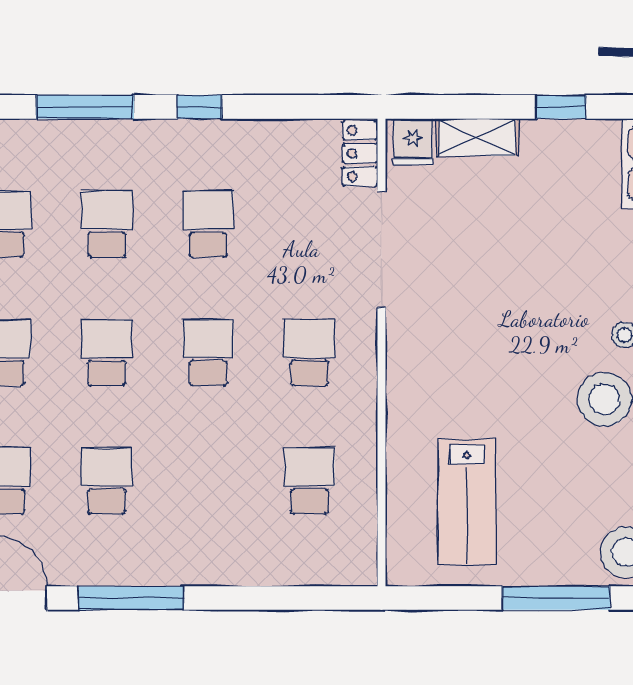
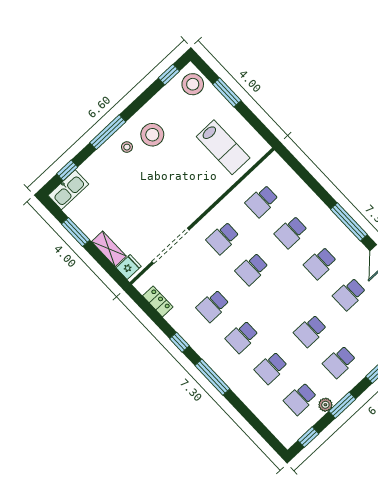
window: (561, 107) -> (76, 232), width x1.50
locker: (360, 153) -> (158, 301), moved, turned -90
school desk: (107, 352) -> (291, 232), moved
lab bench: (467, 502) -> (223, 147), turned 90
window: (556, 598) -> (227, 92), width x0.69

